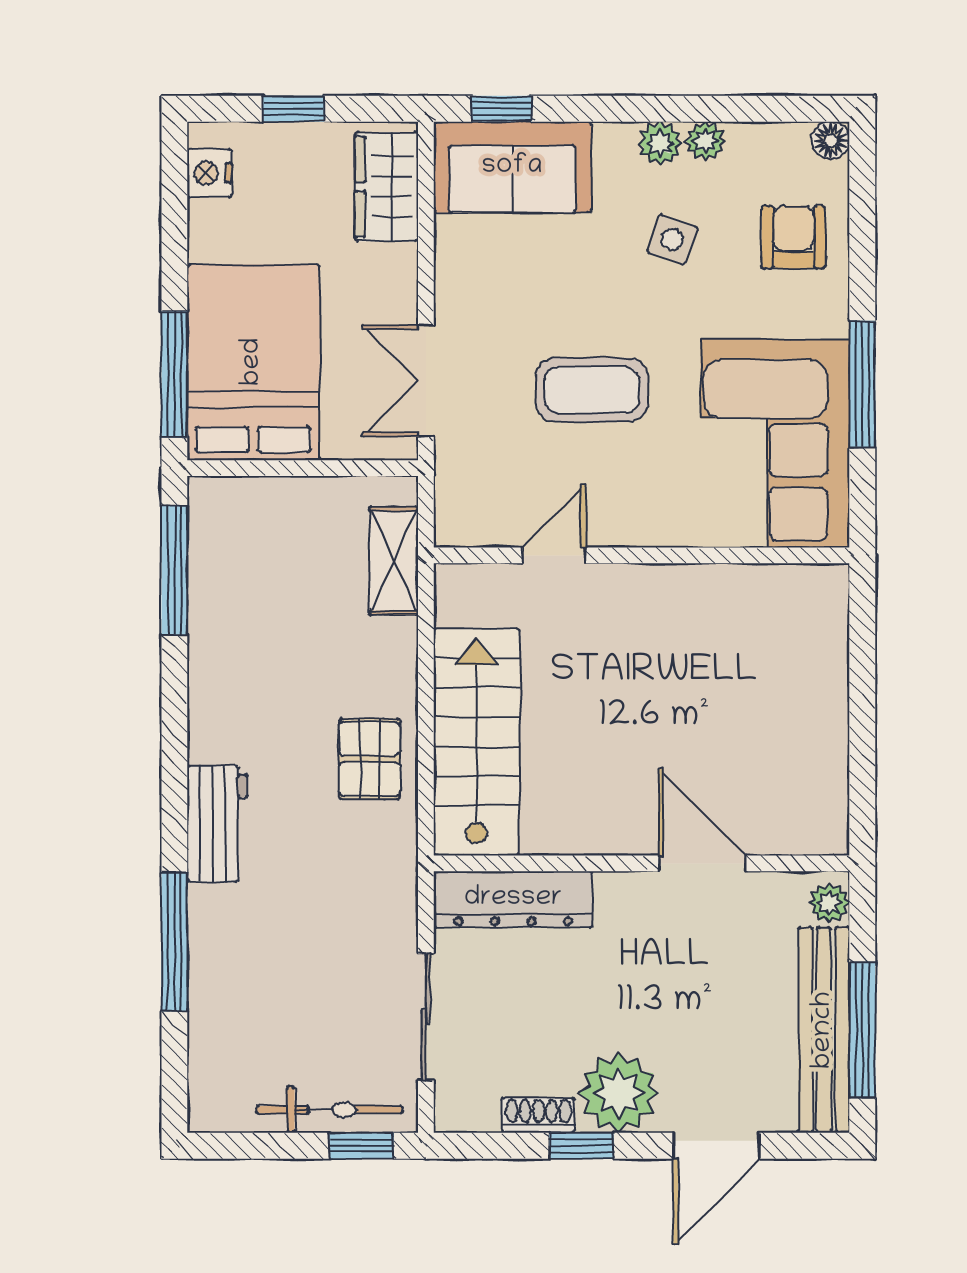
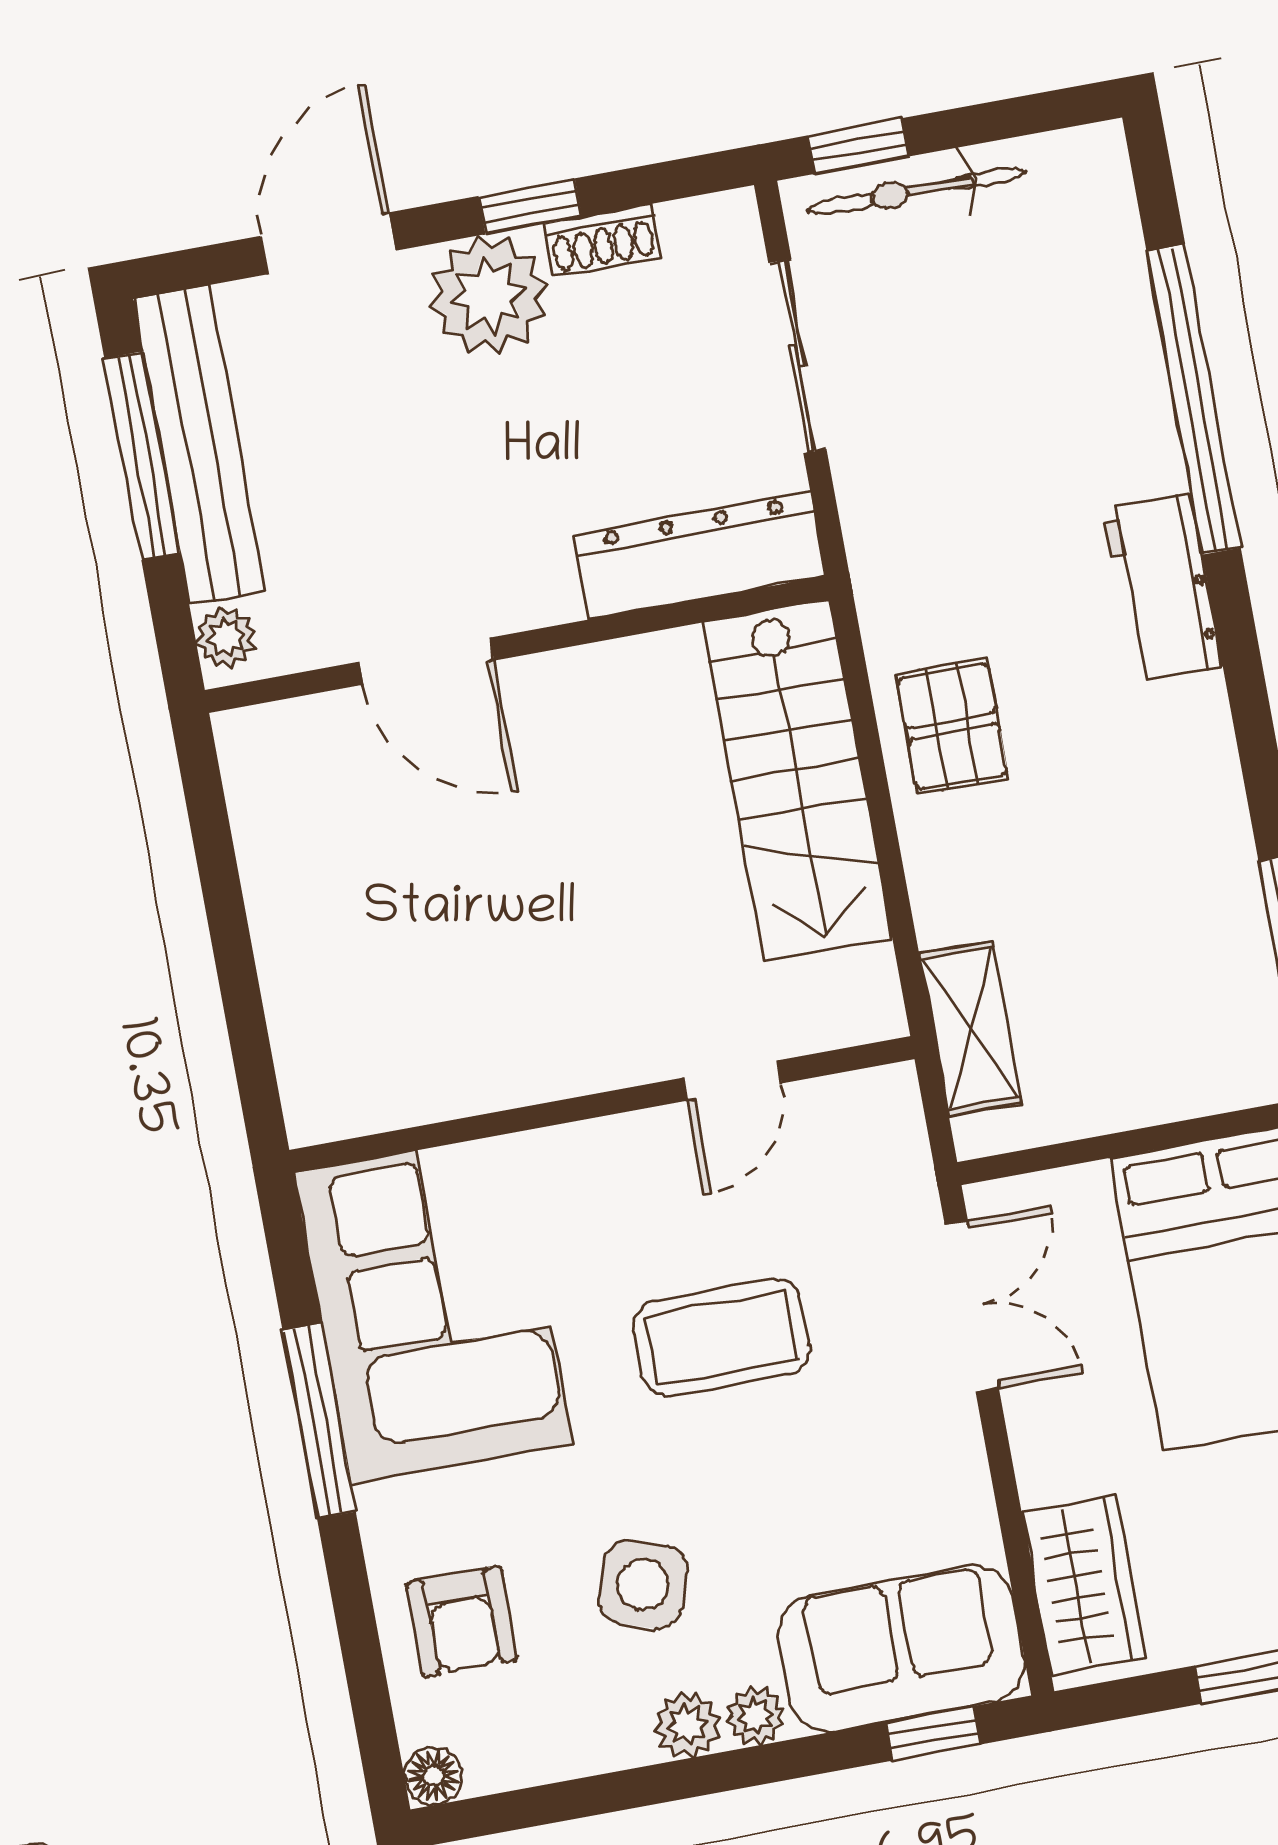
plant: (705, 141) -> (756, 1716), moved
side table: (672, 240) -> (643, 1585), width x1.37, depth x1.37
window: (174, 942) -> (1194, 399), width x1.46

